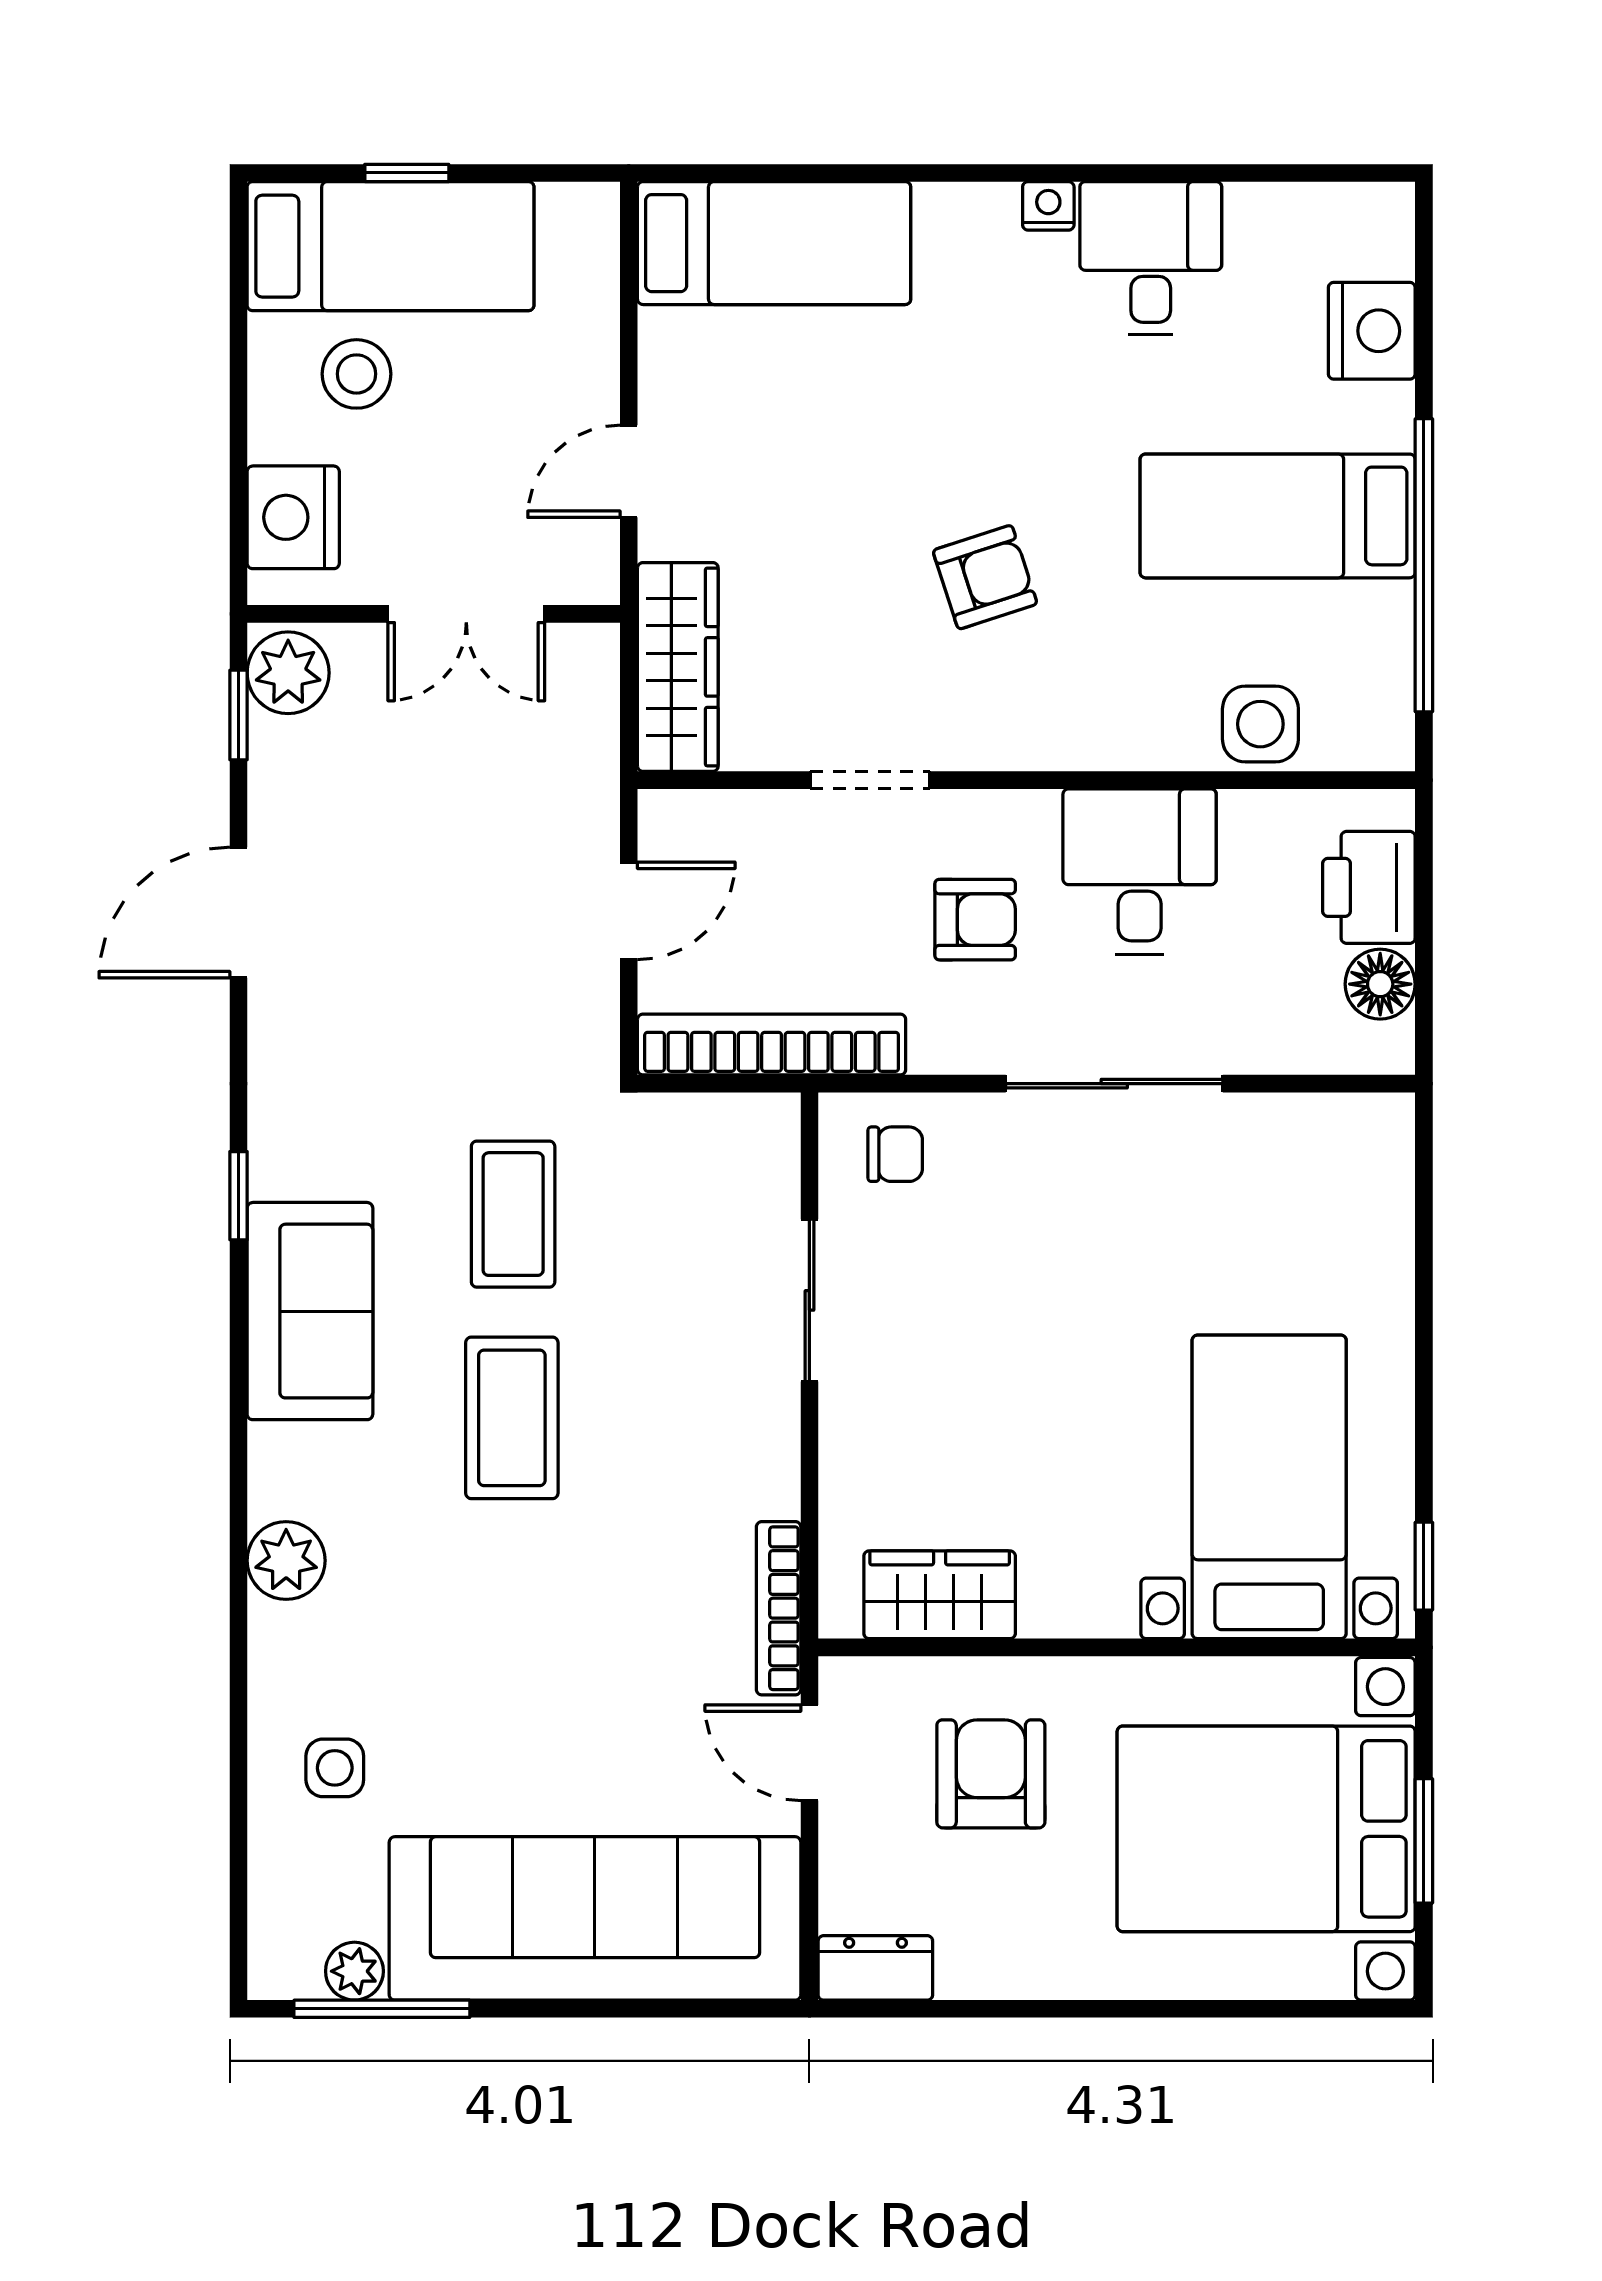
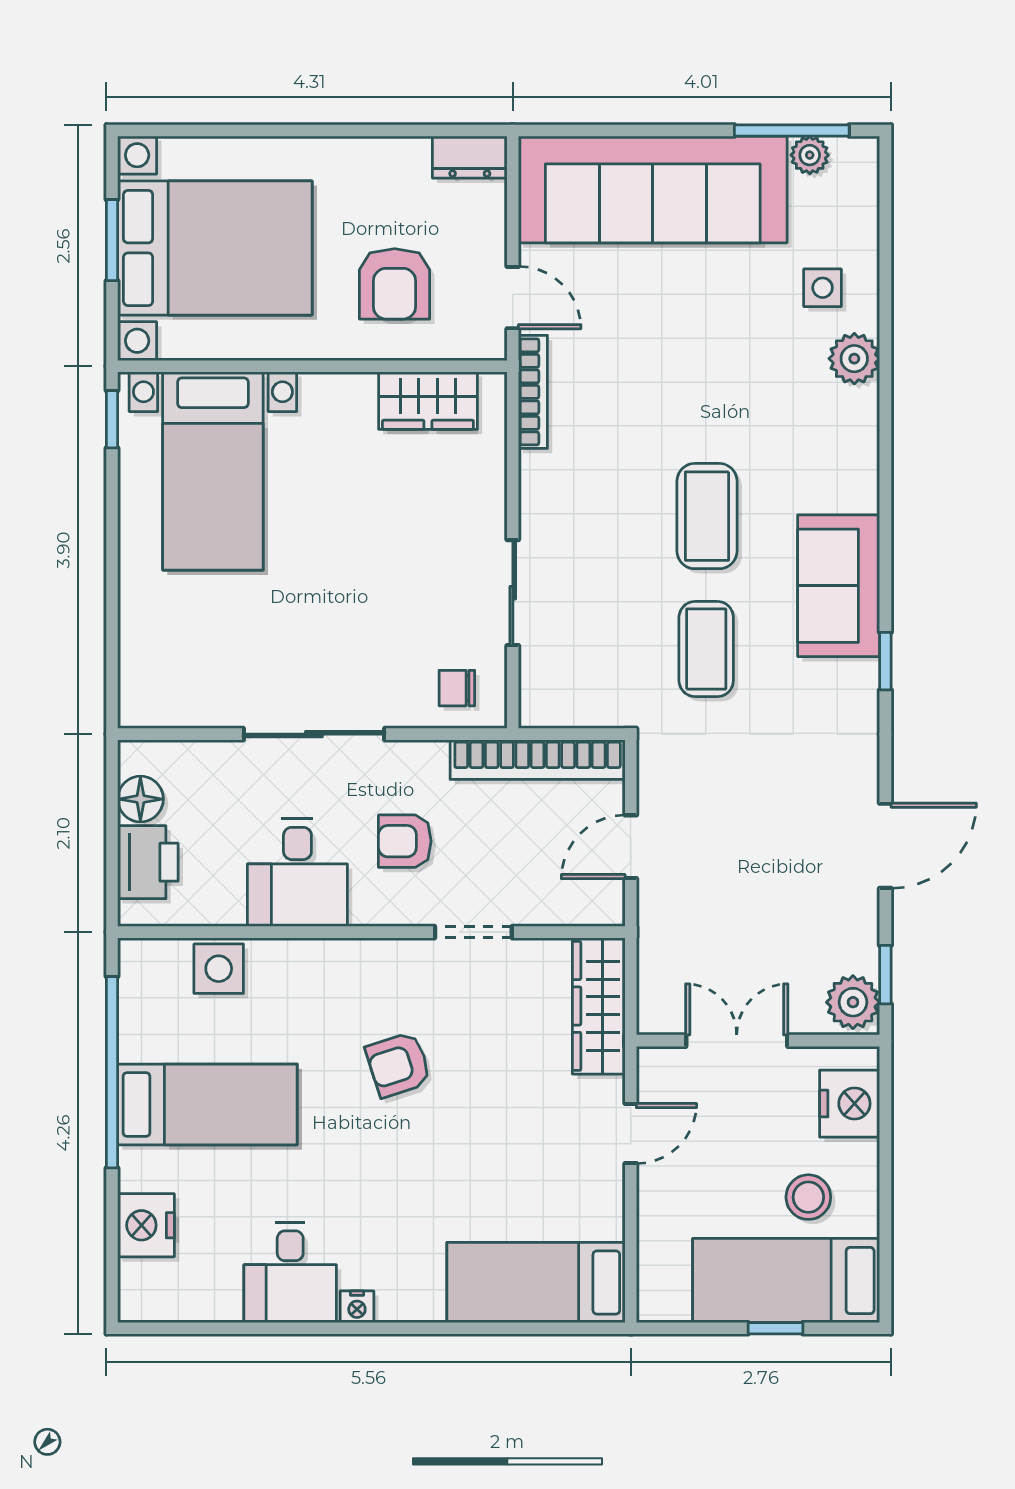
plant: (286, 1561) -> (854, 359), moved

